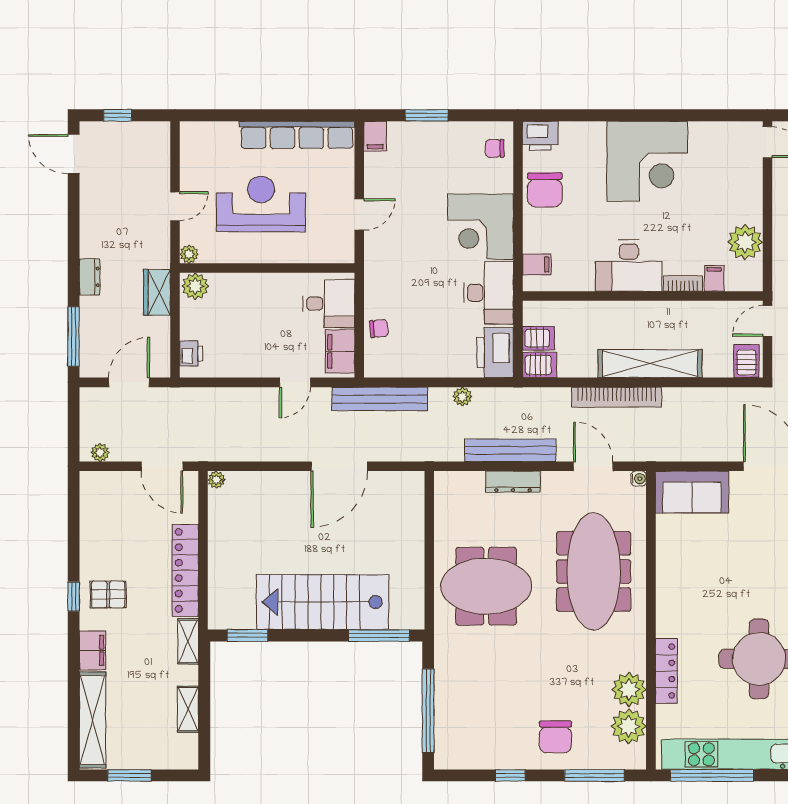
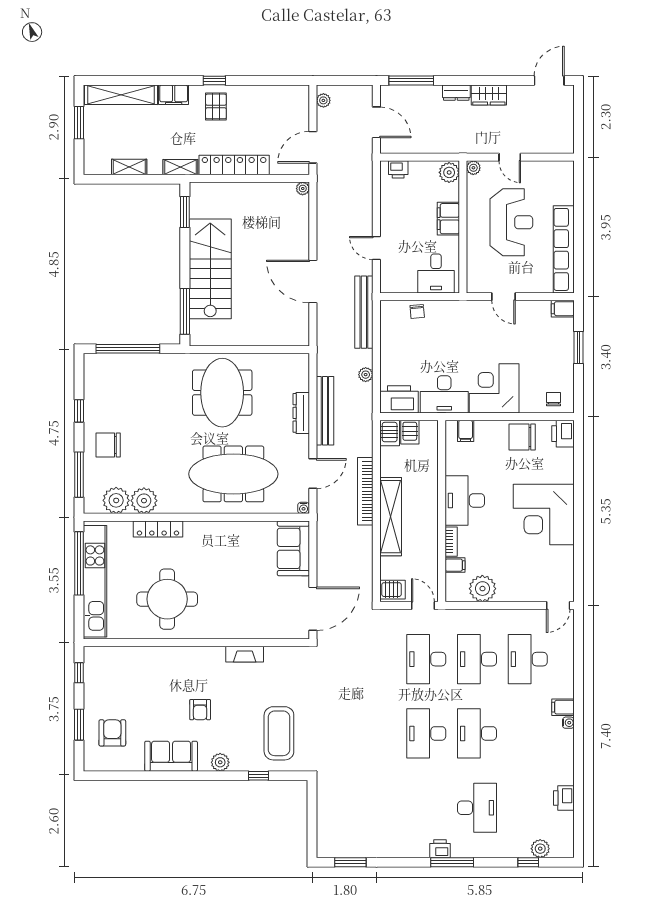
window: (118, 115) -> (578, 114), removed
wardrobe: (157, 292) -> (489, 95), moved, turned 180
filing cabinet: (340, 351) -> (448, 219), moved, turned -90

